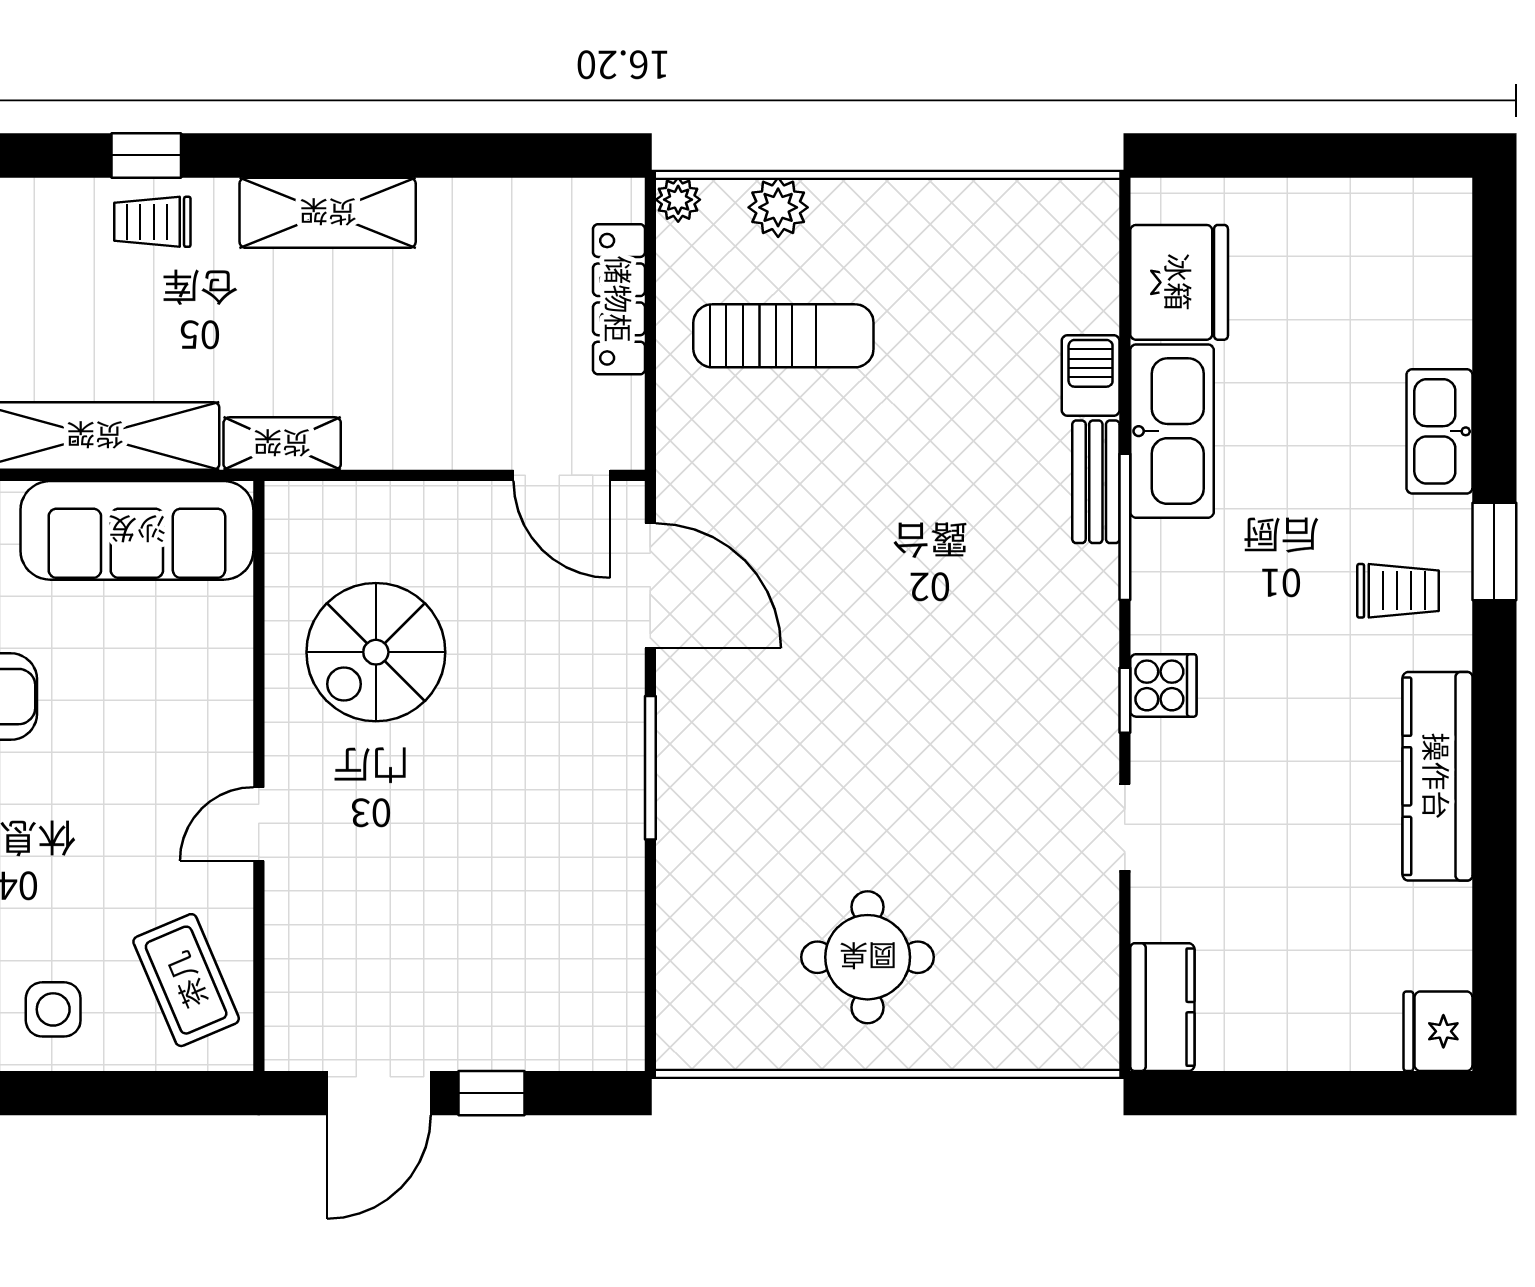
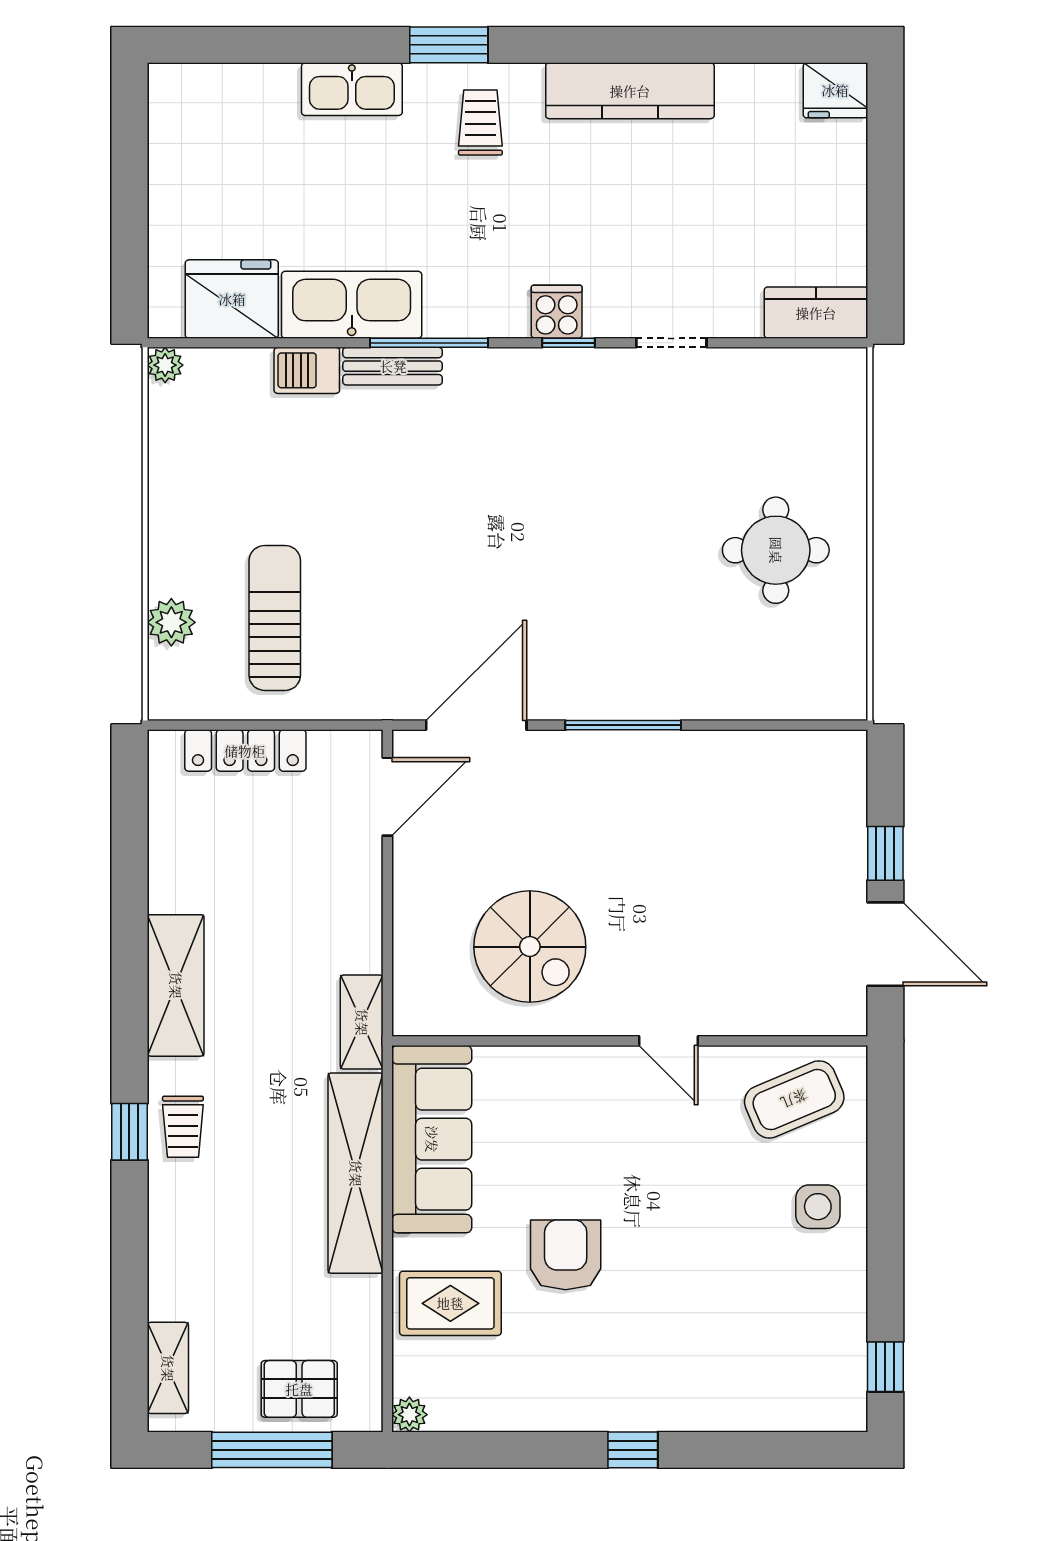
plant: (678, 200) -> (165, 365), moved

